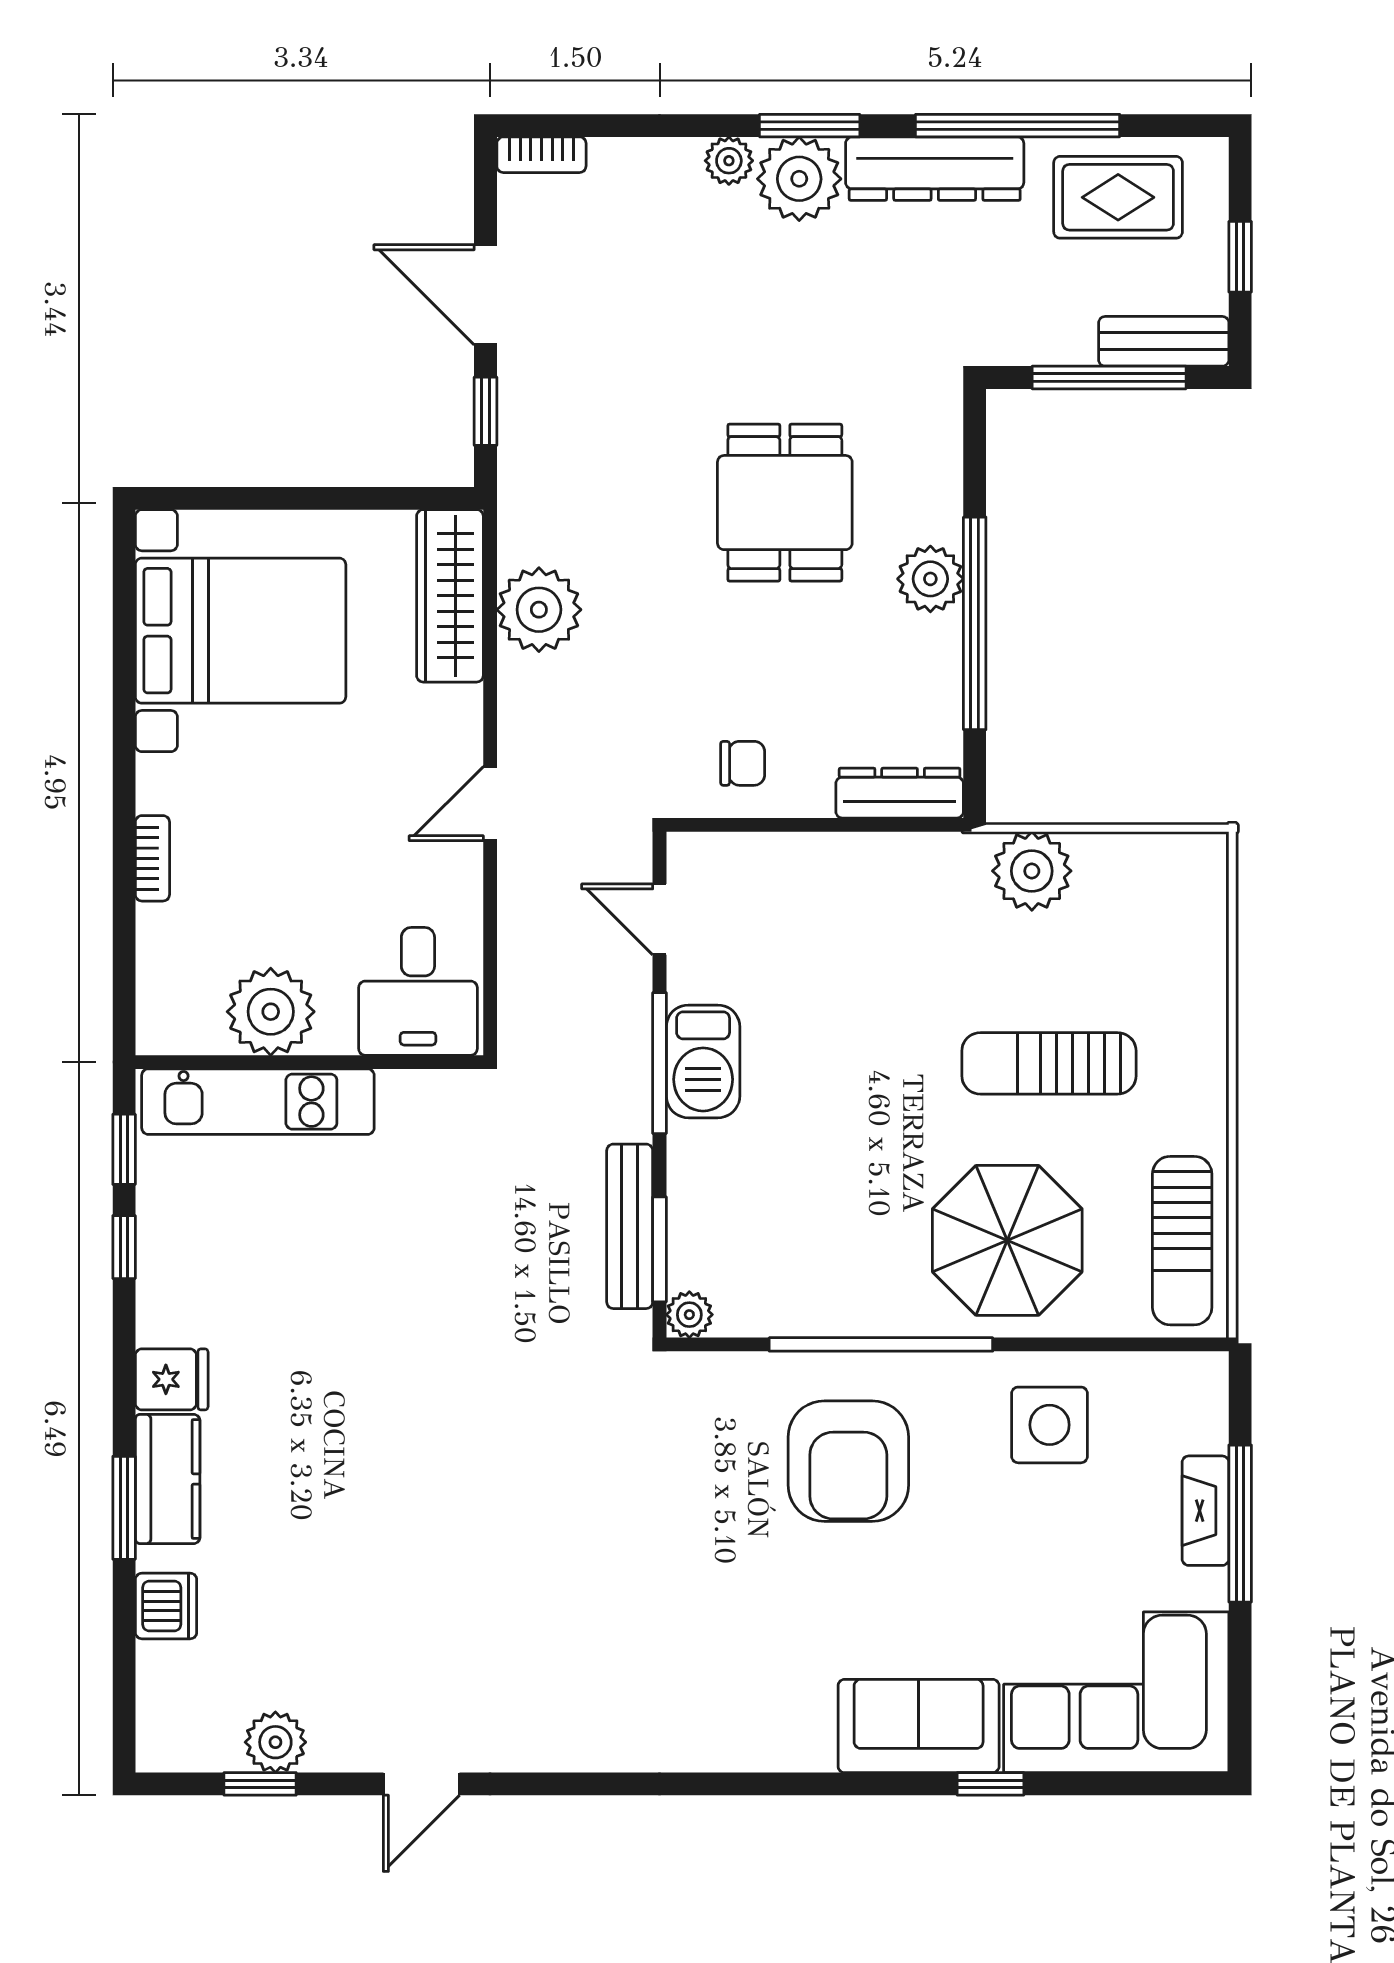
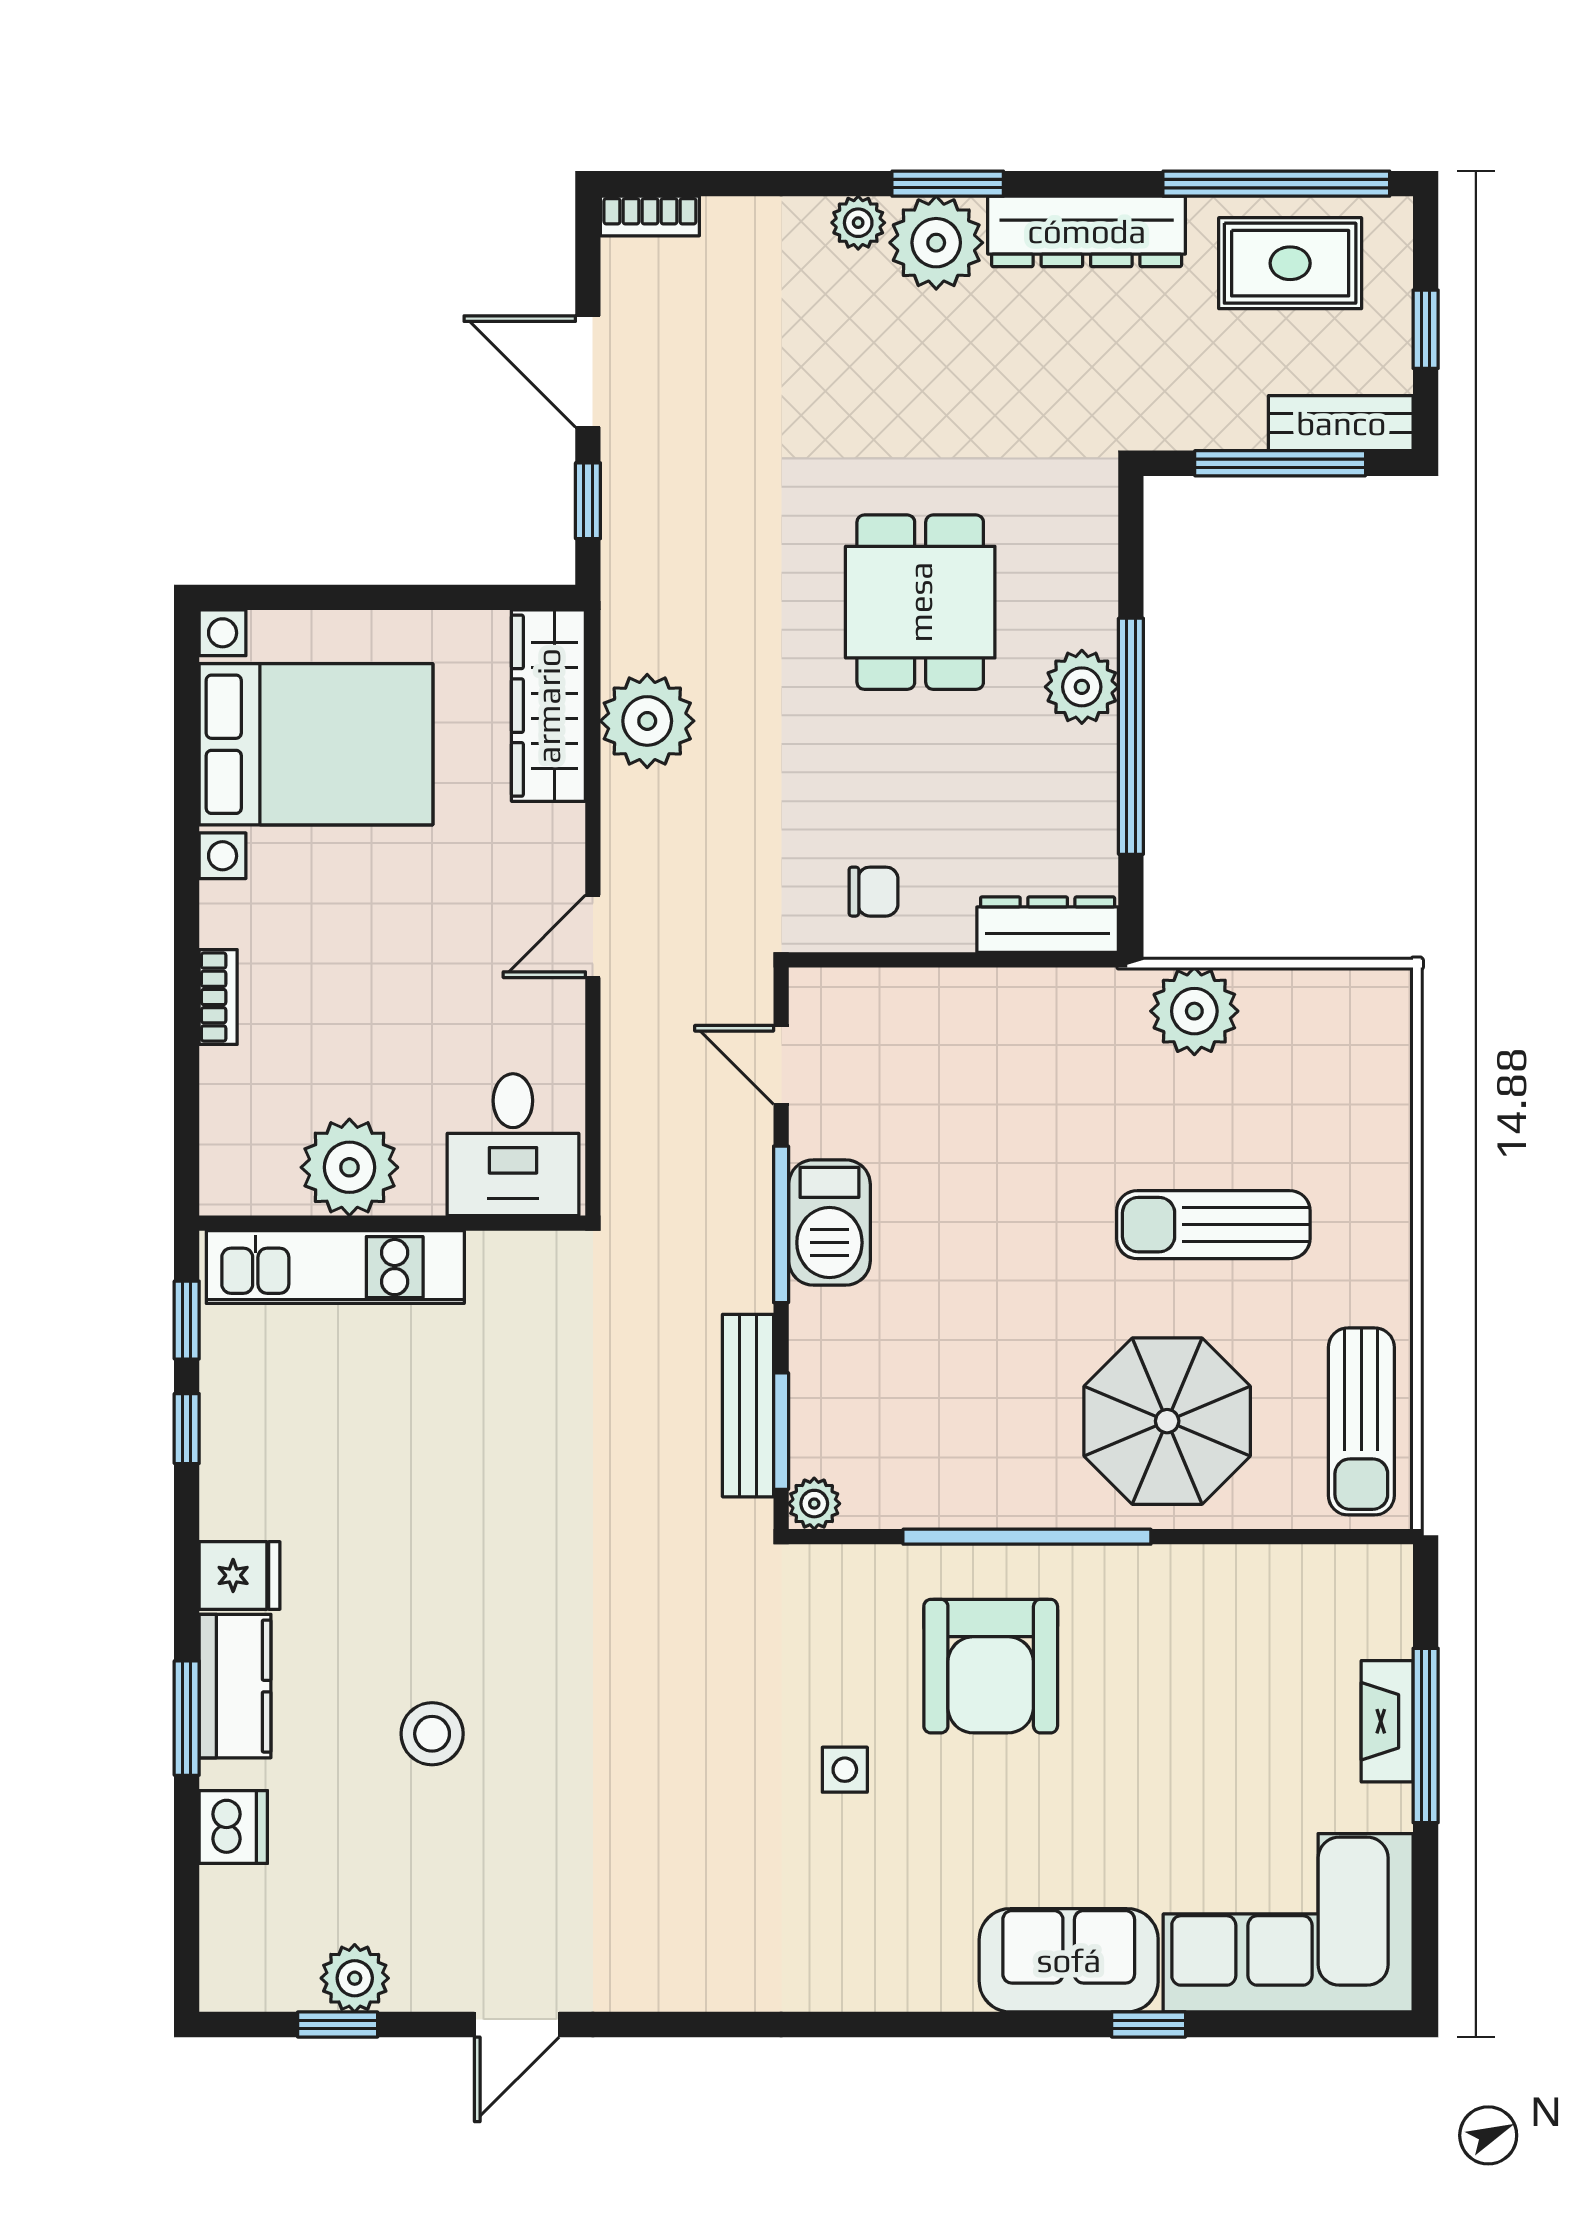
window: (1018, 126) -> (1276, 184), moved
side table: (1050, 1425) -> (845, 1770), moved, width x0.54, depth x0.54
stool: (345, 1522) -> (432, 1734), added

